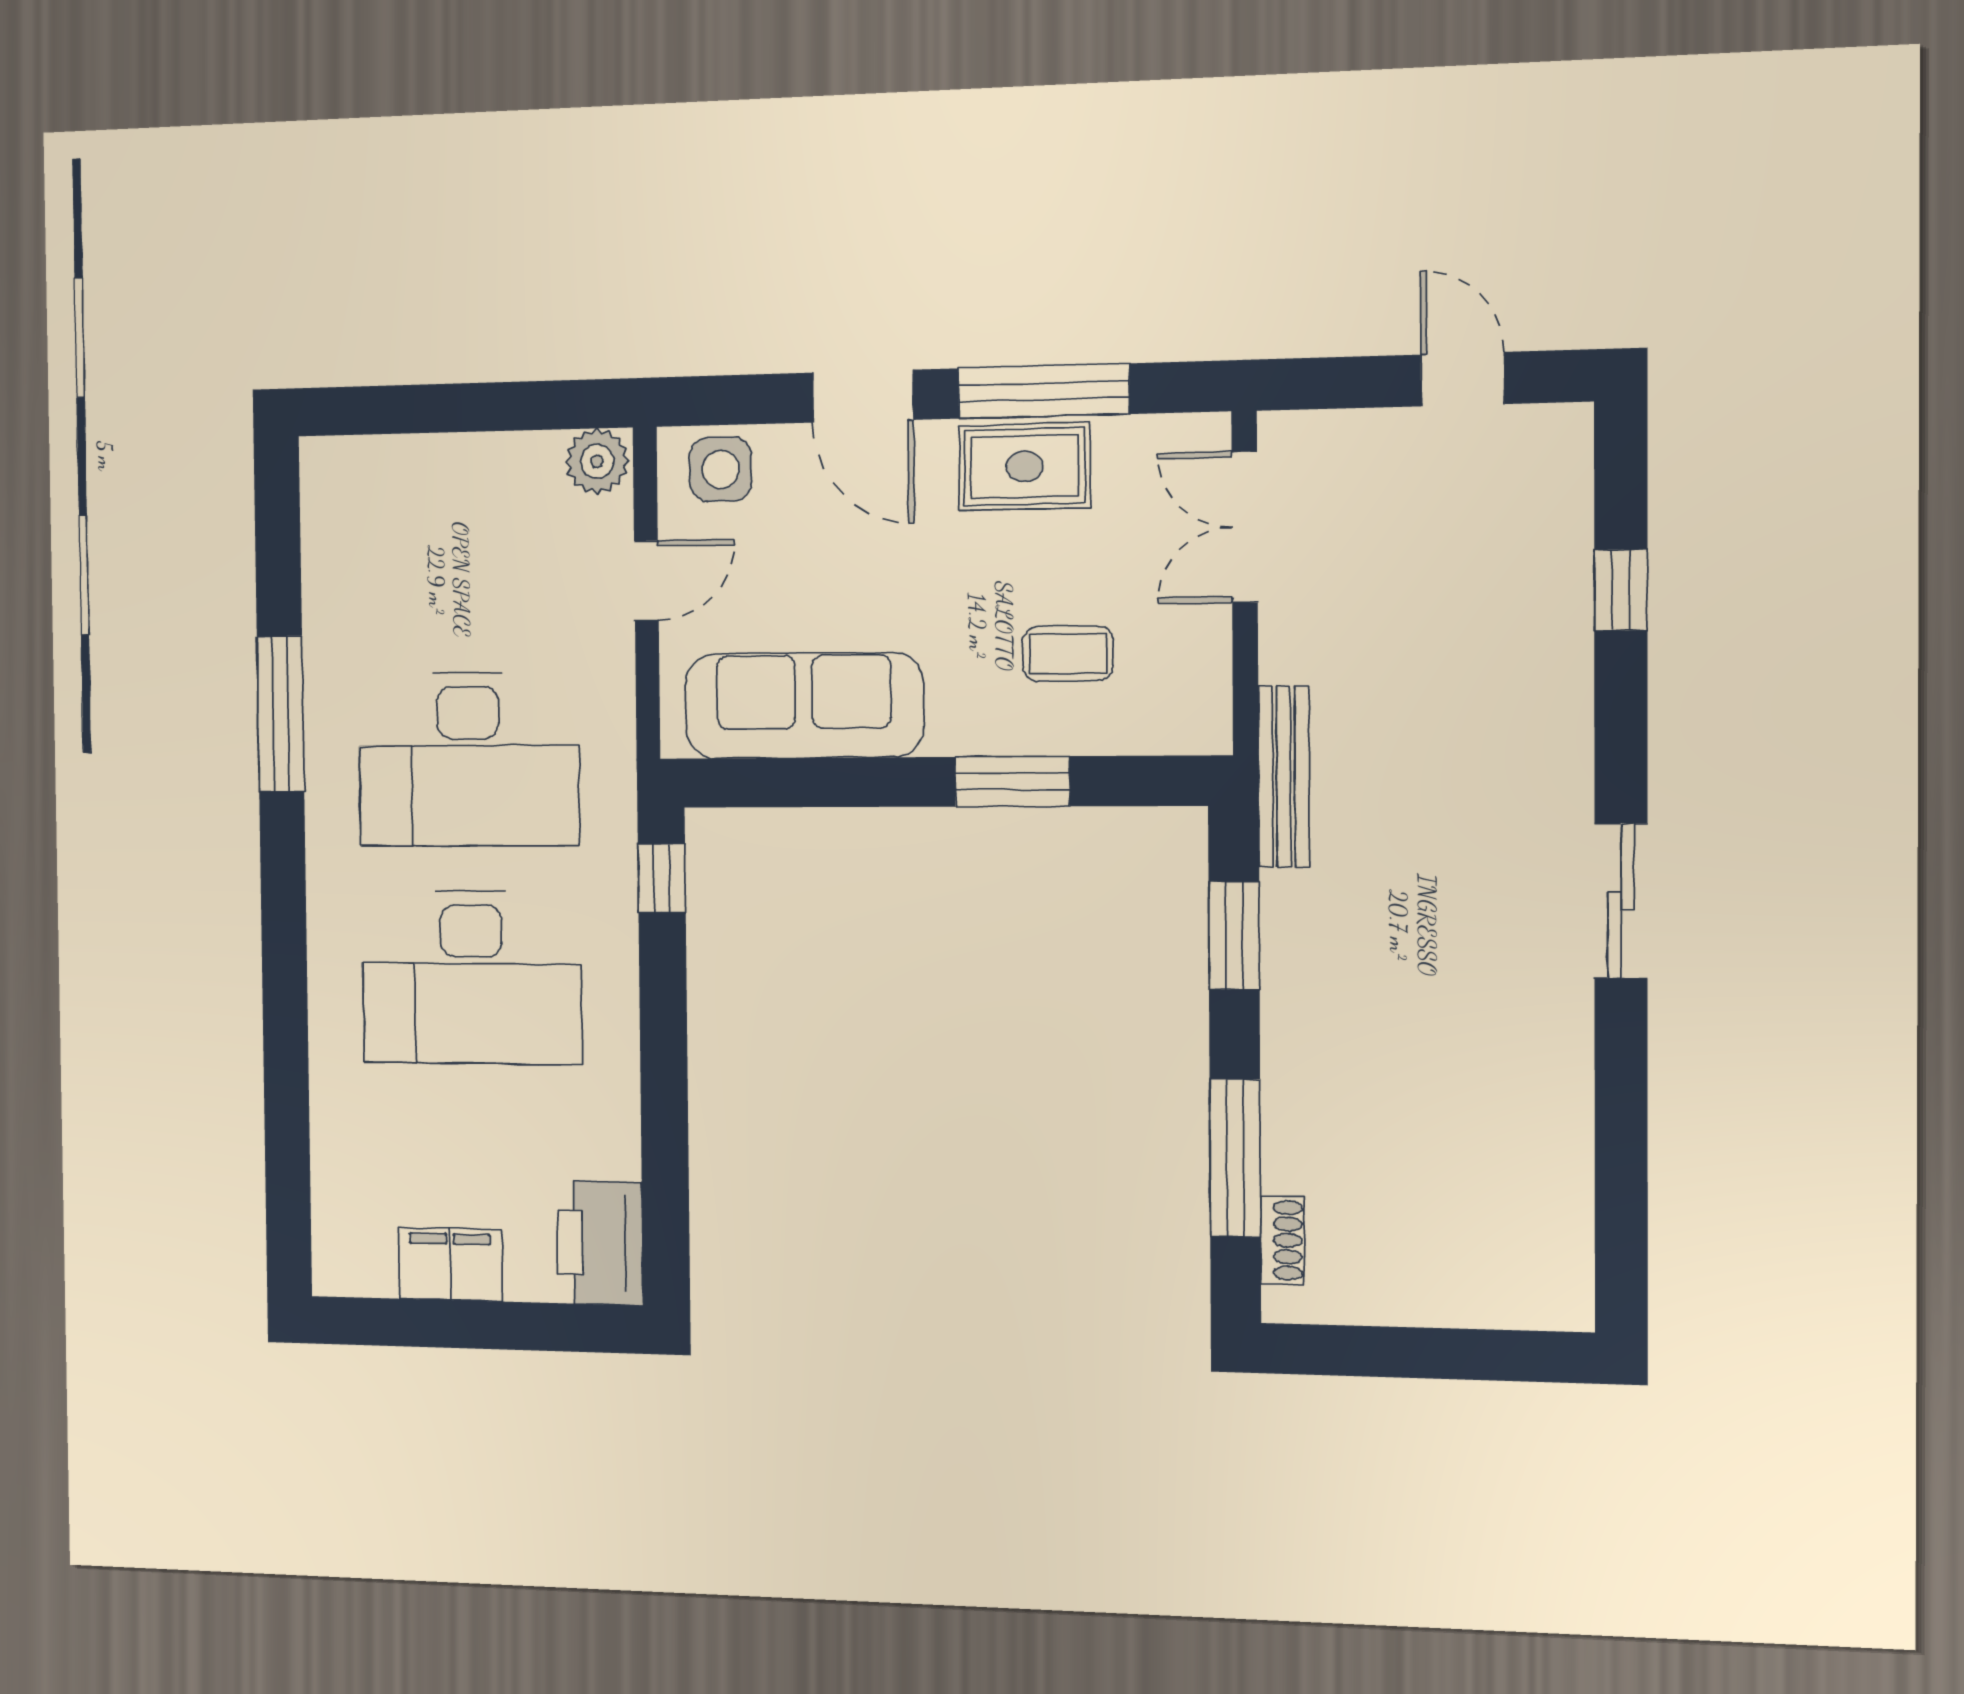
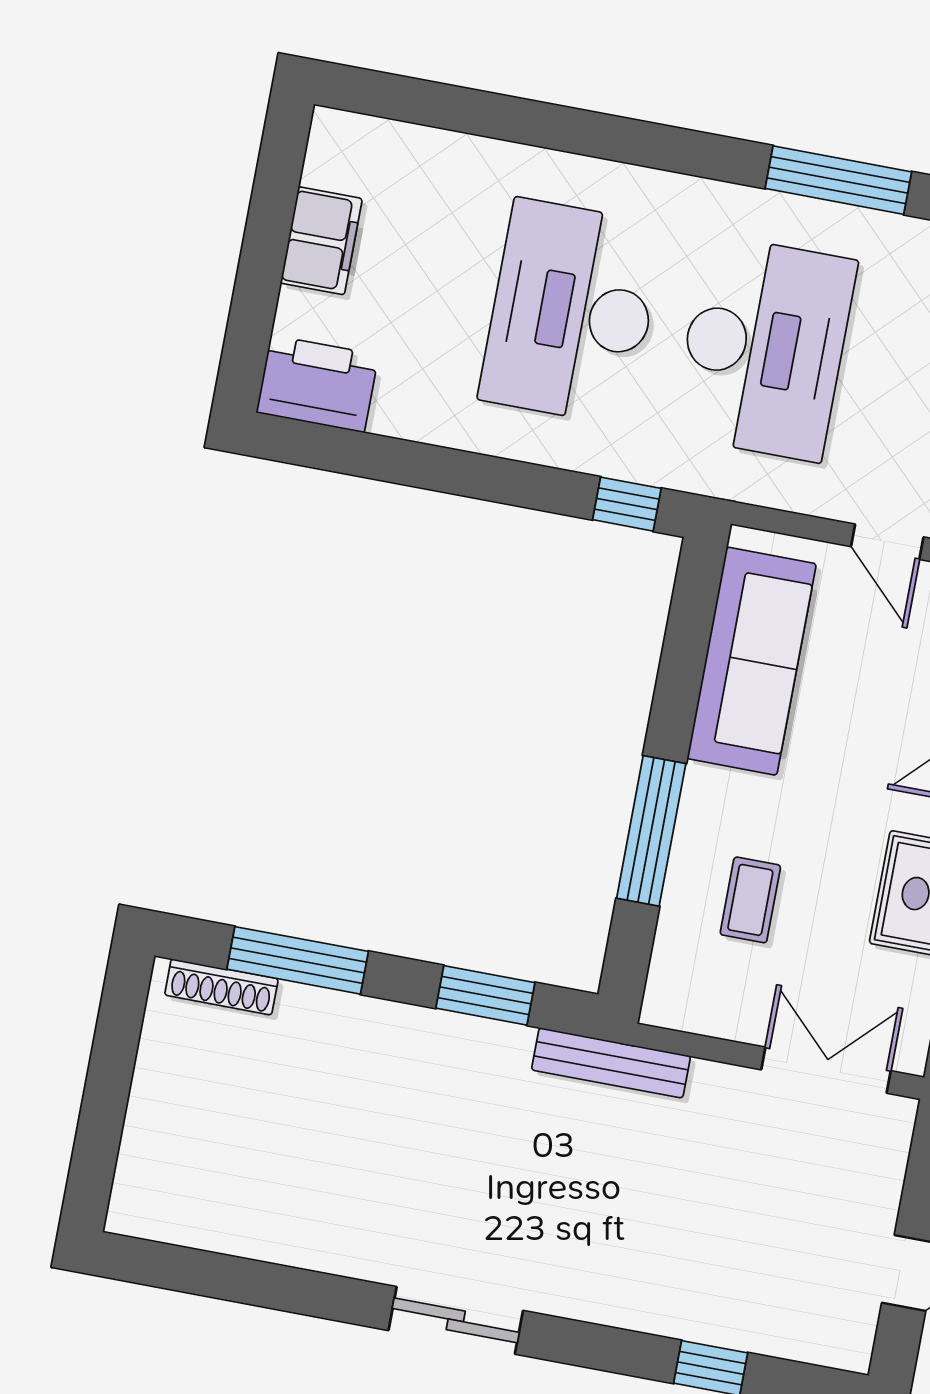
desk: (468, 759) -> (764, 348), turned 180
window: (1012, 782) -> (651, 831), width x1.44
shoe rack: (1282, 1240) -> (221, 987), width x1.43

